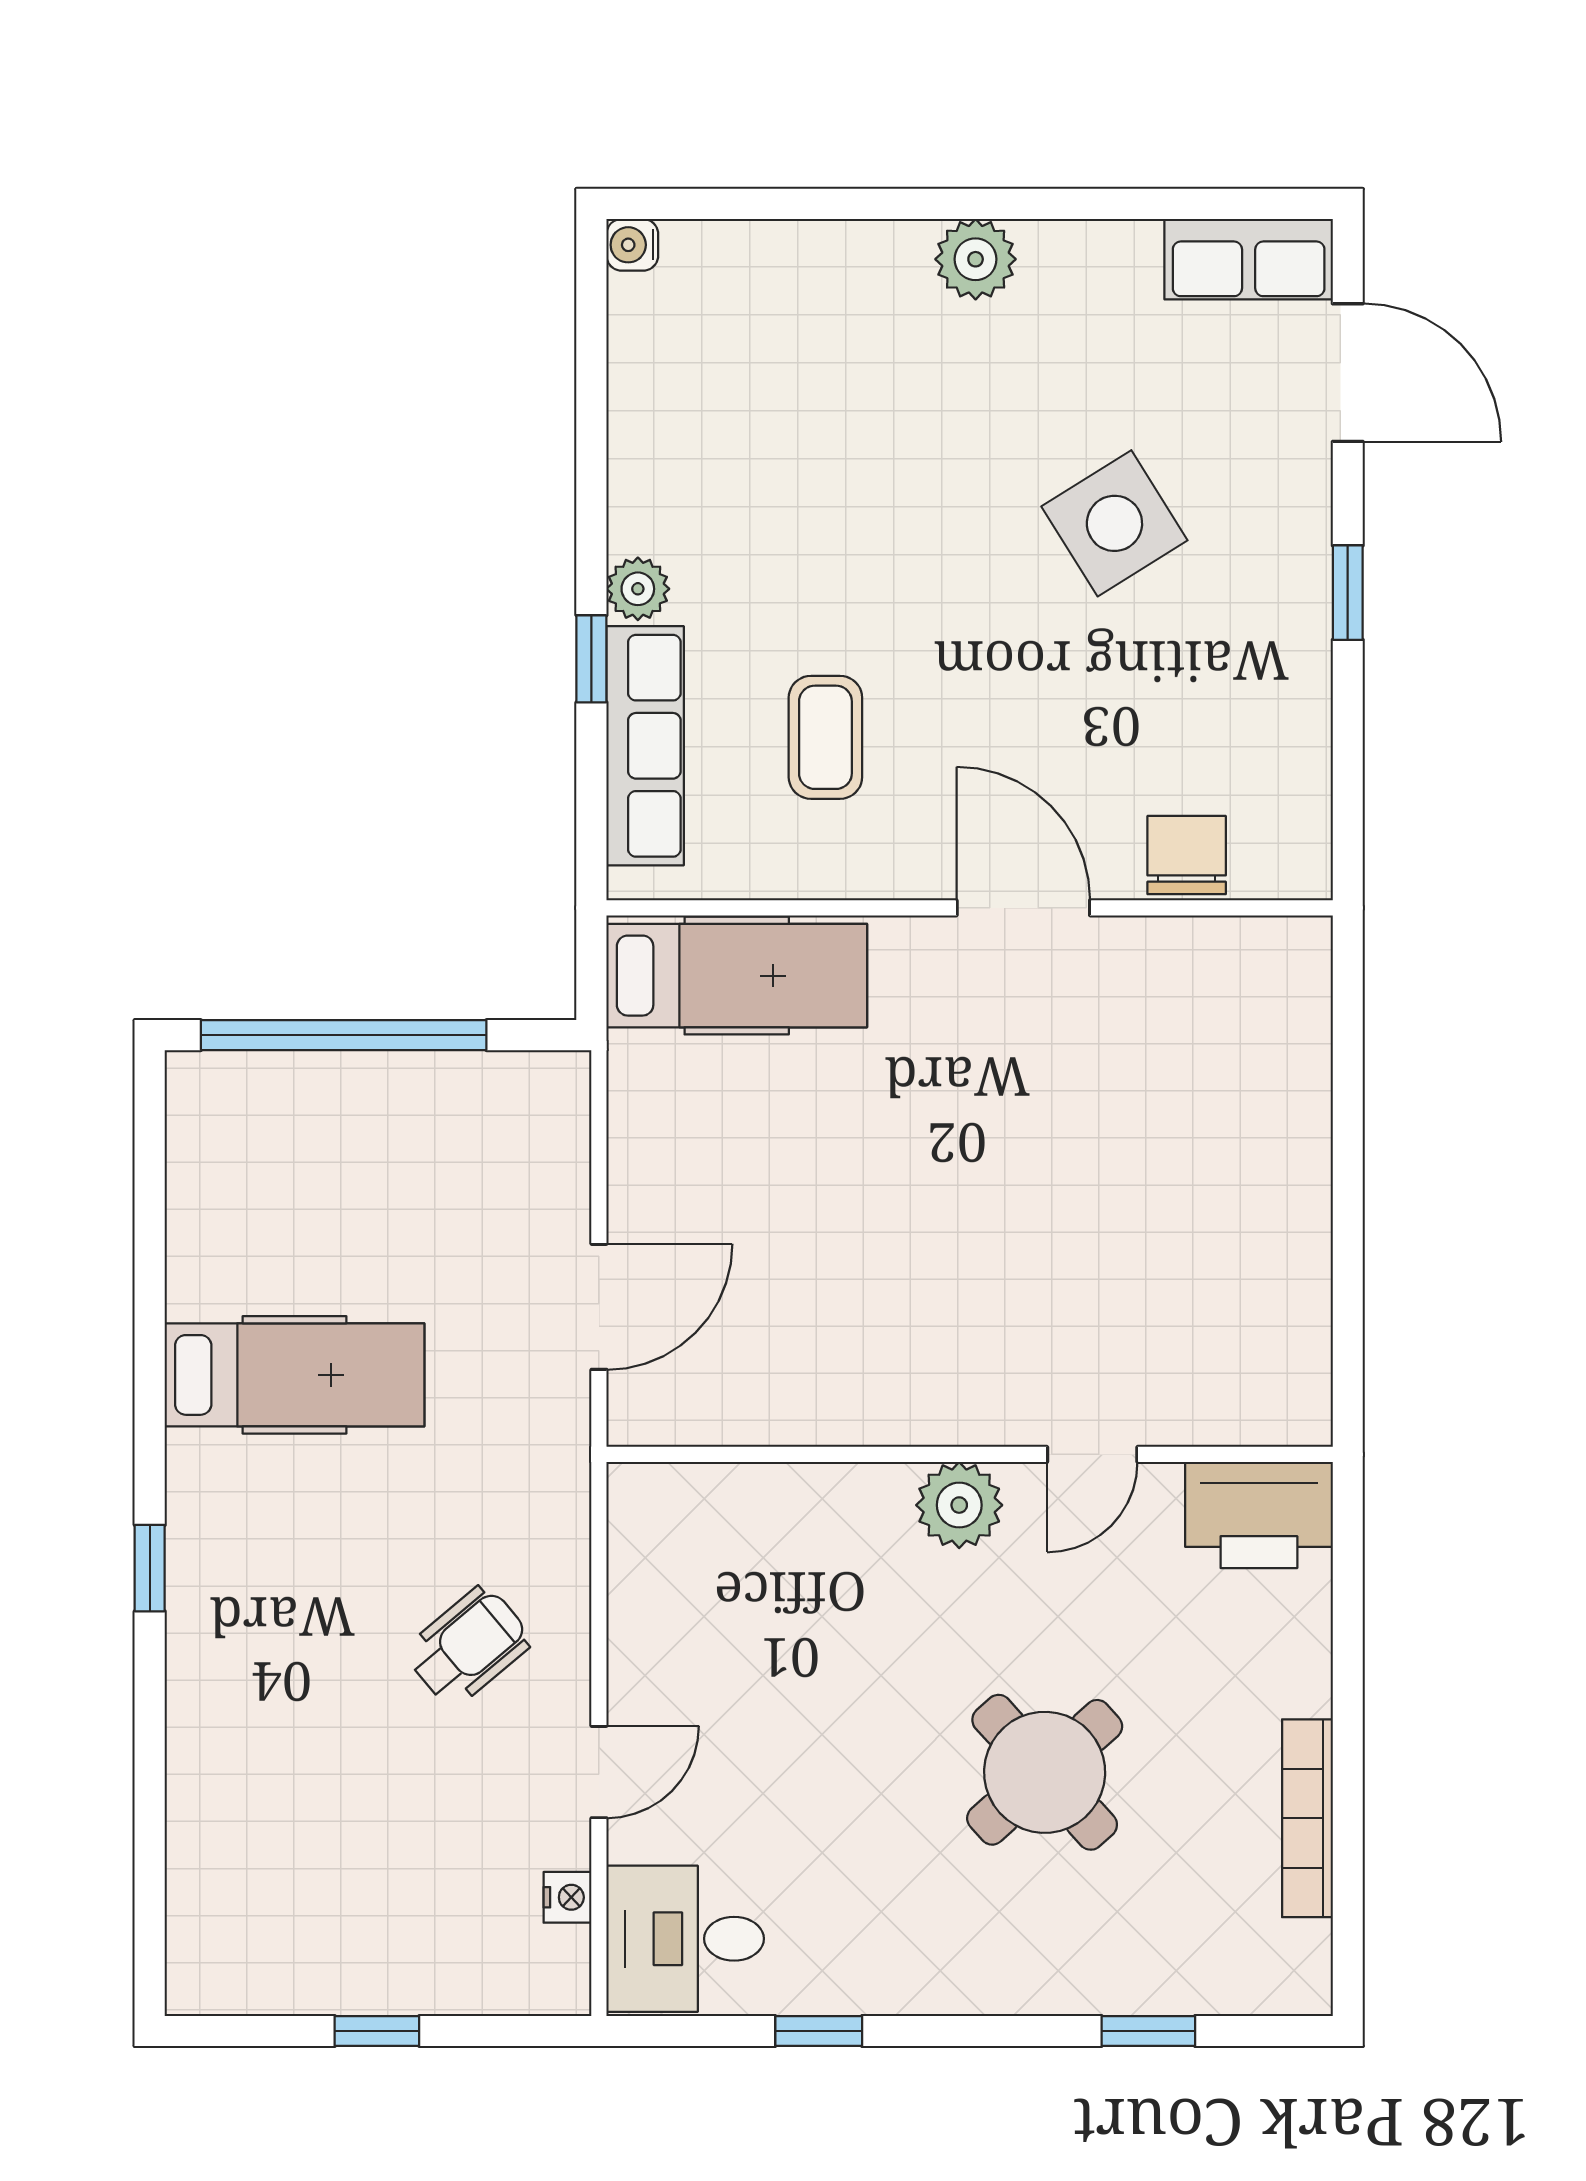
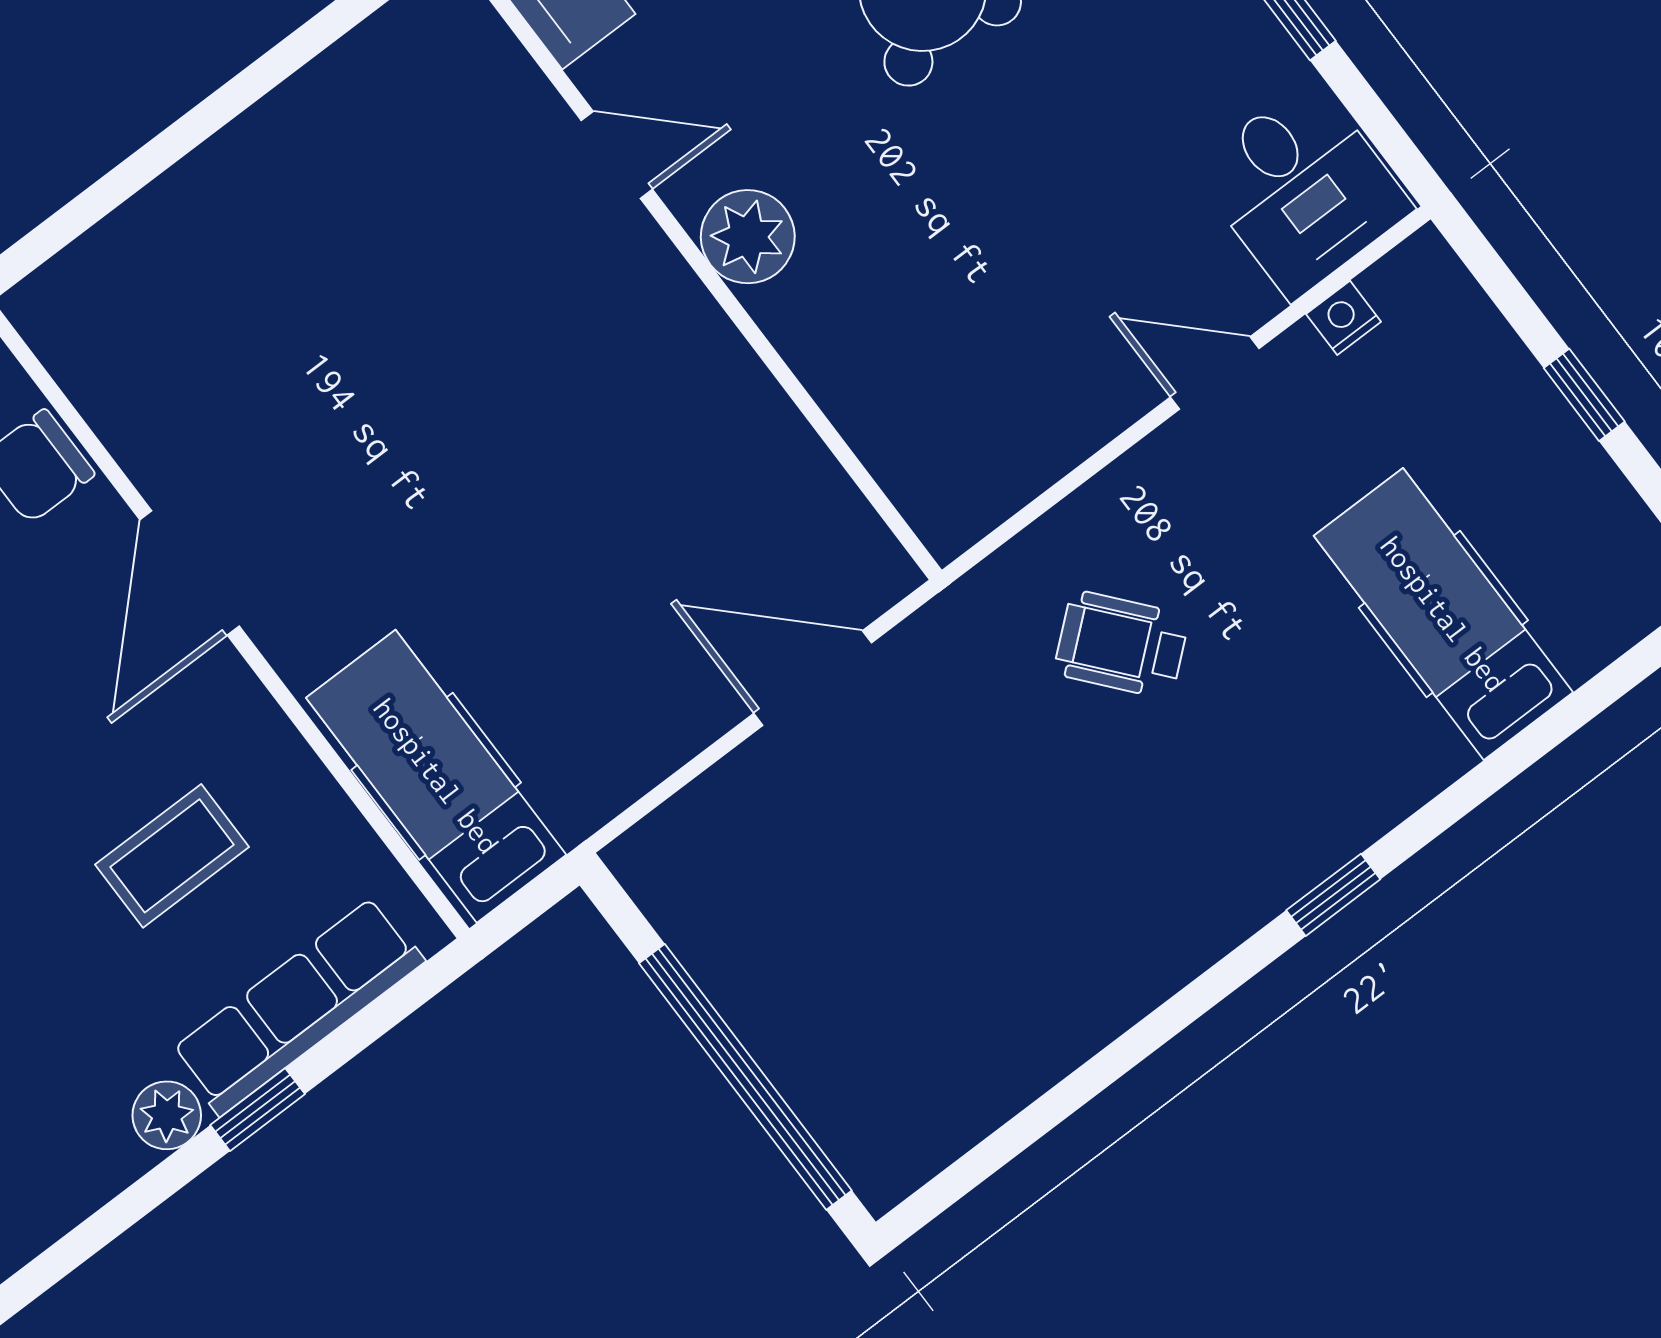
hospital bed: (295, 1375) -> (1443, 614), moved
wheelchair: (468, 1646) -> (1121, 645), moved

